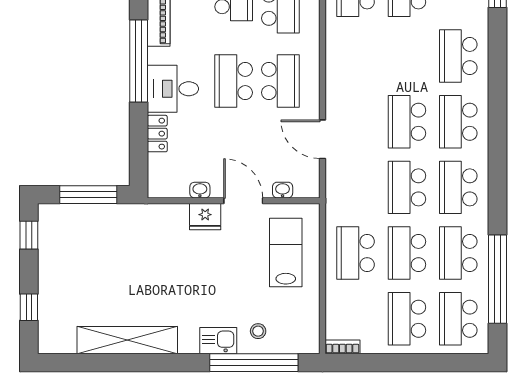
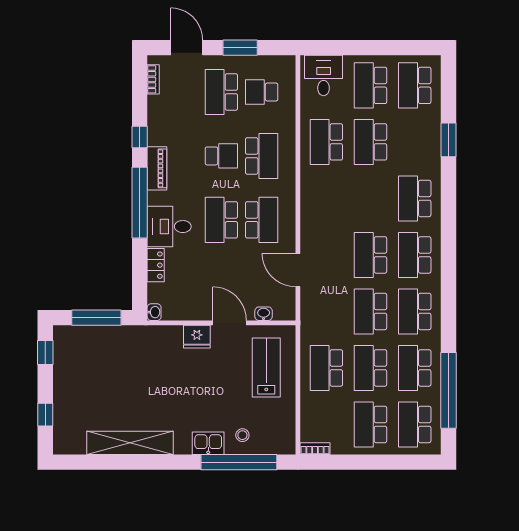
washbasin: (200, 190) -> (154, 312), moved, turned 90

